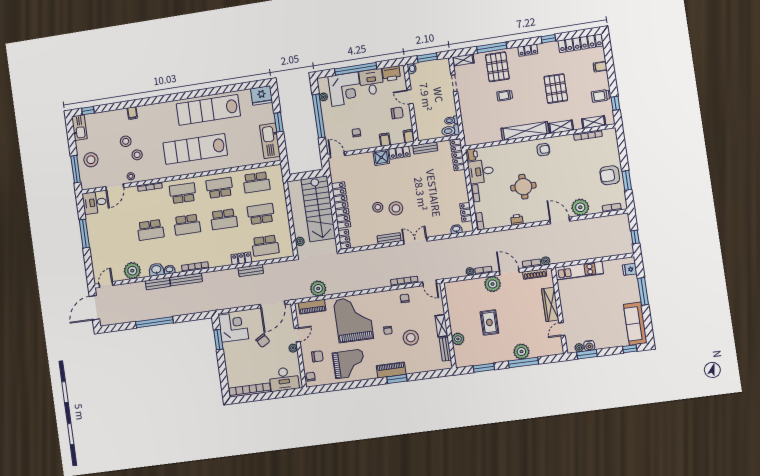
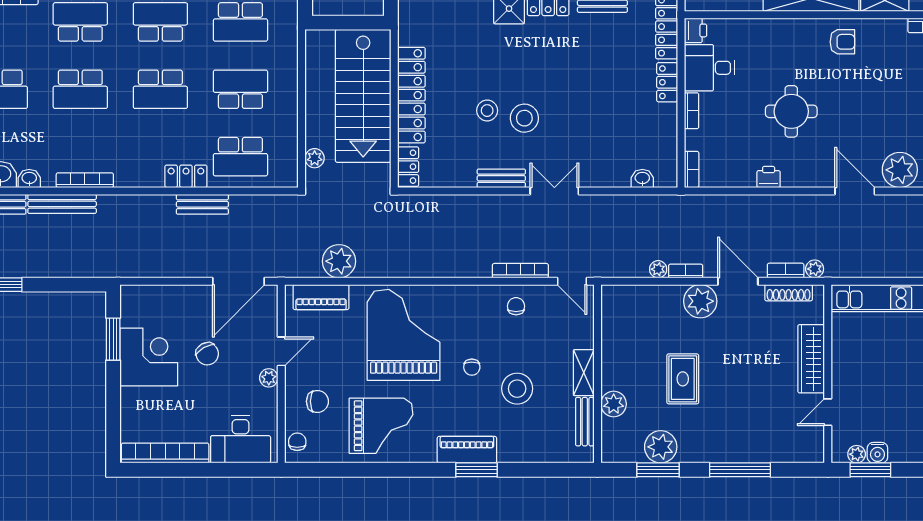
locker: (466, 212) -> (667, 82), moved
corner desk: (233, 327) -> (149, 357), moved
plant: (521, 352) -> (661, 447), moved

